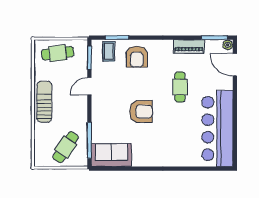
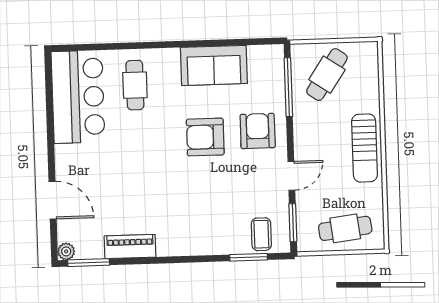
armchair: (137, 57) -> (258, 131), moved
door: (235, 65) -> (53, 200), moved
cafe table: (180, 87) -> (135, 85), moved
bar counter: (217, 128) -> (78, 97), width x0.73
sofa: (111, 155) -> (214, 65), moved

